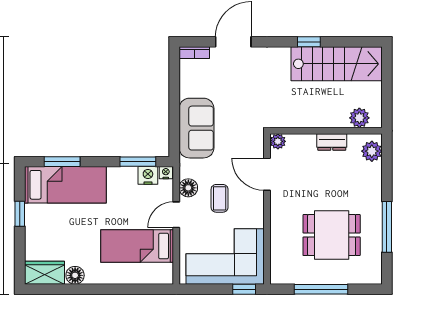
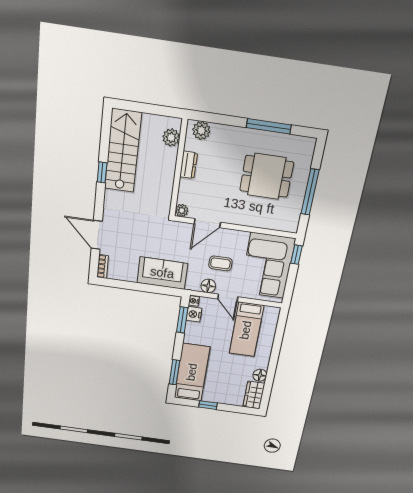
dining table: (332, 235) -> (267, 176), turned 90

